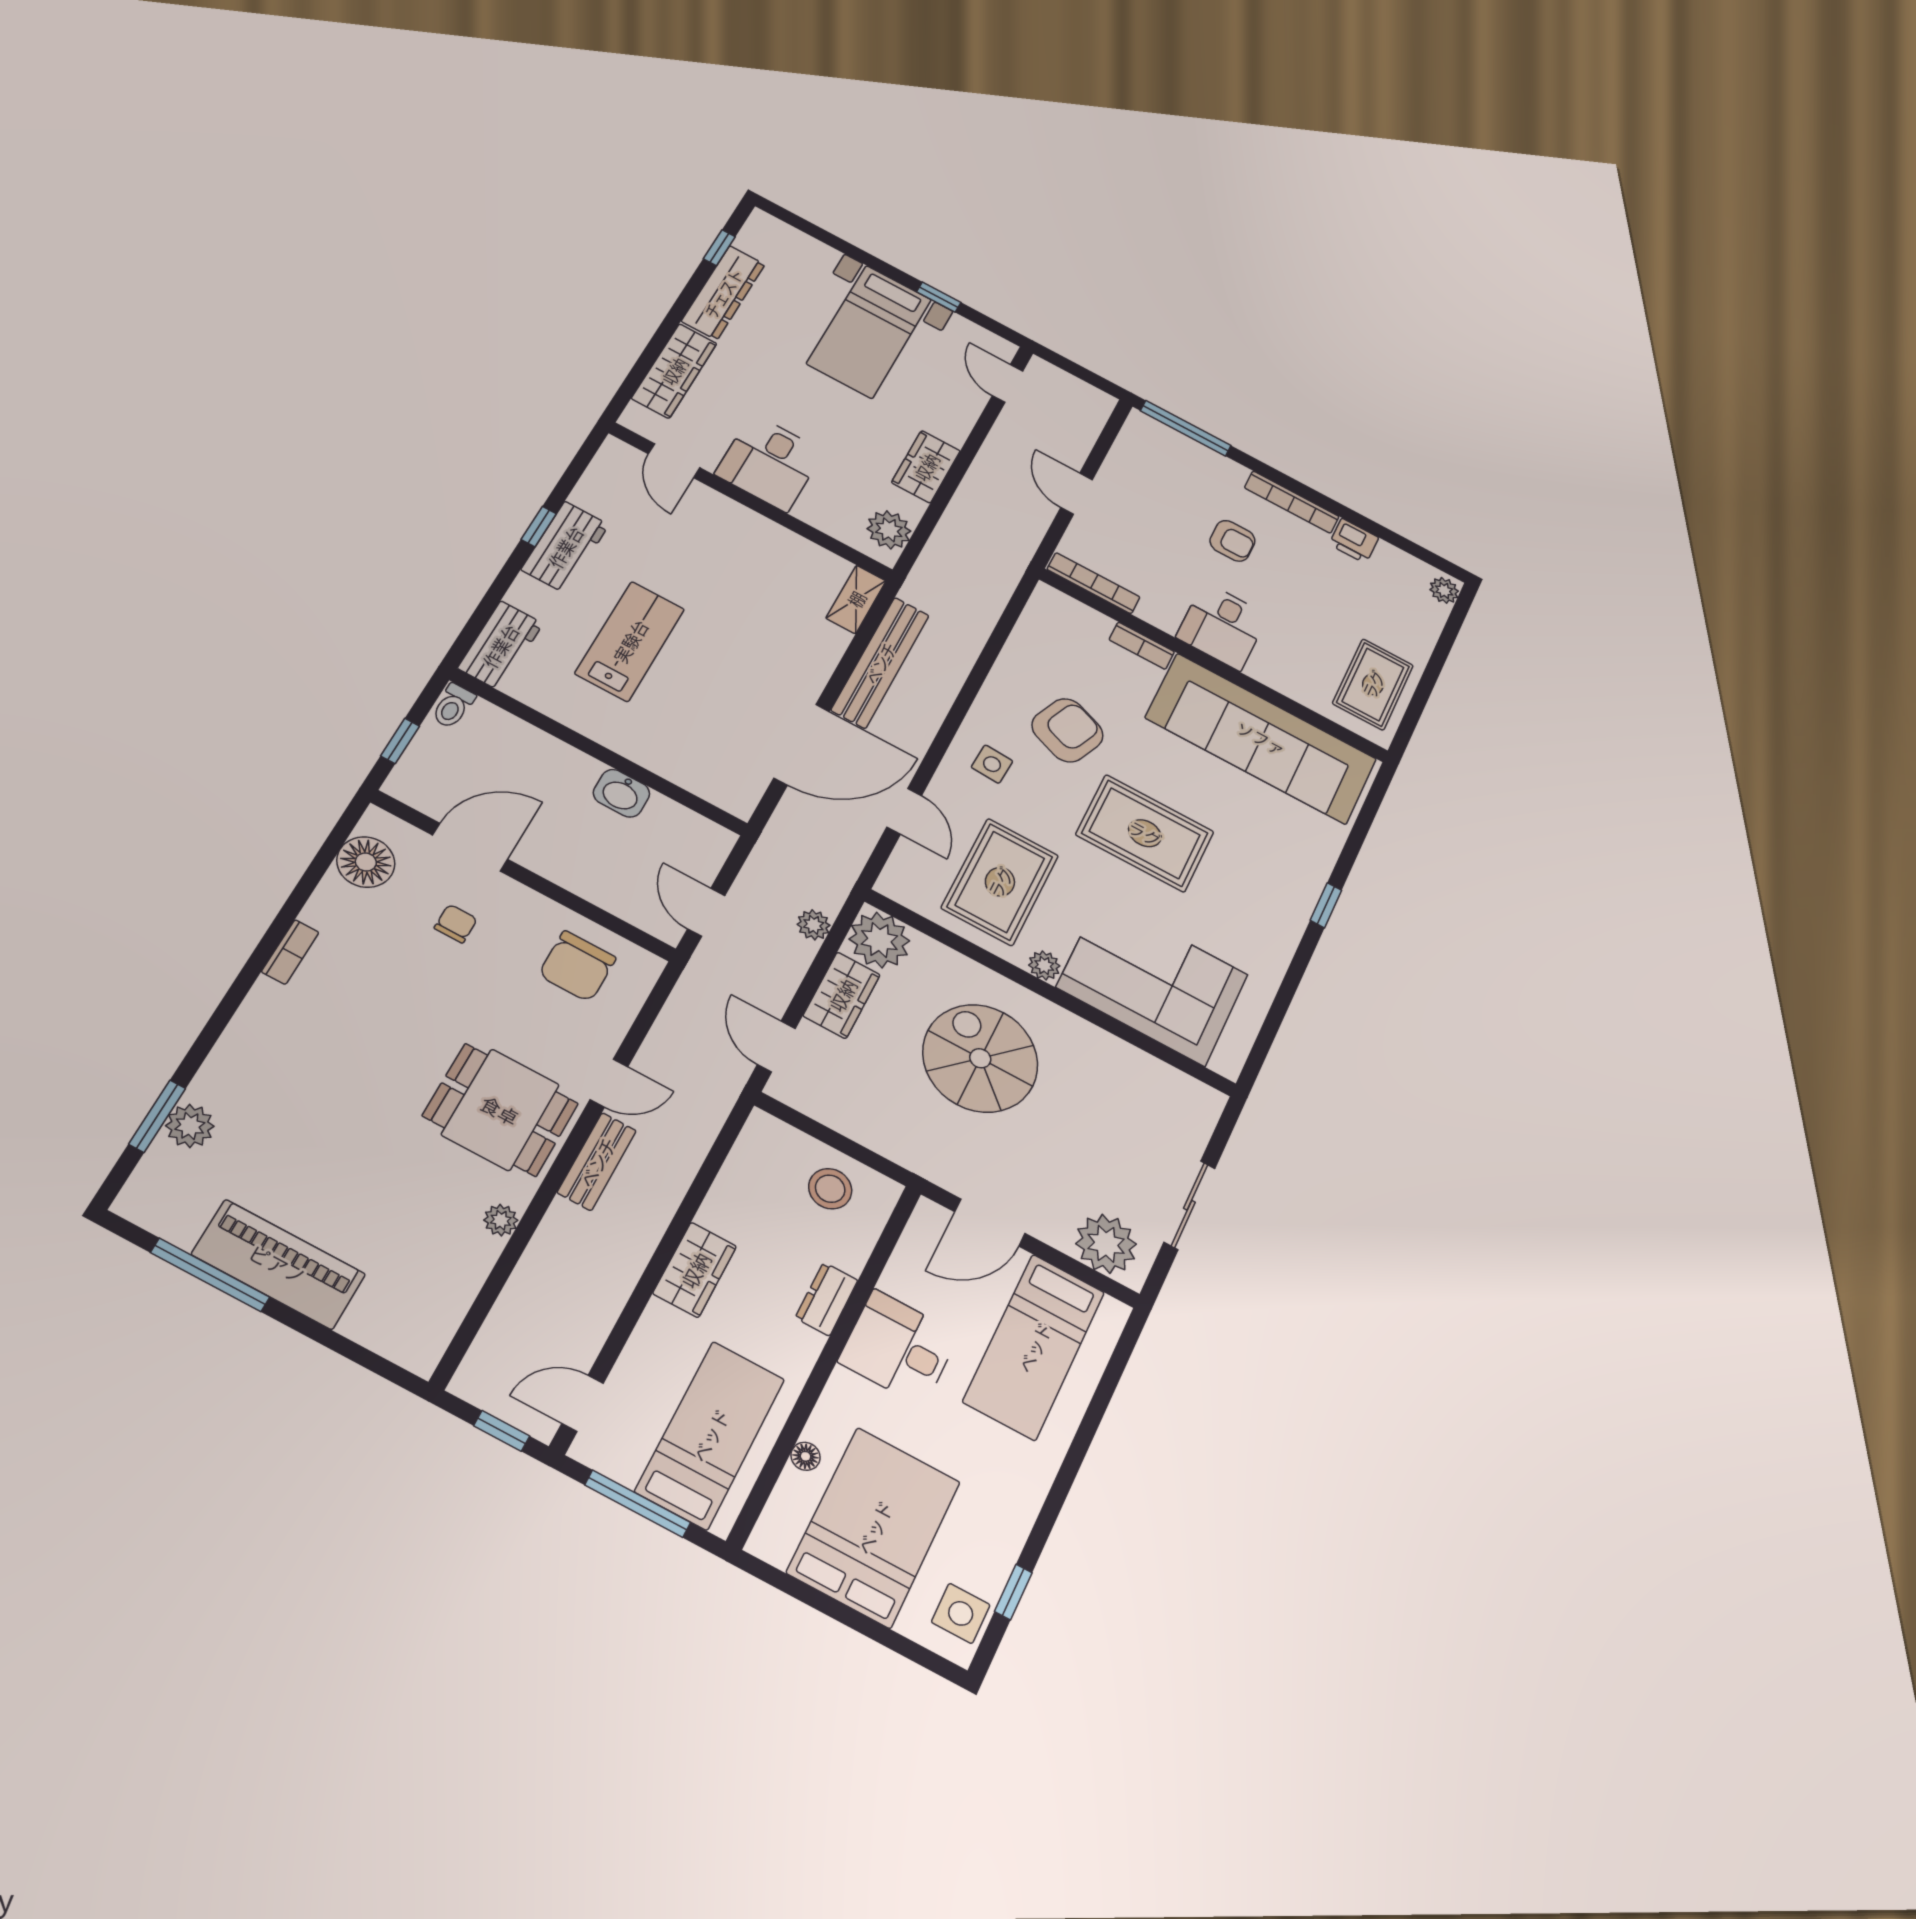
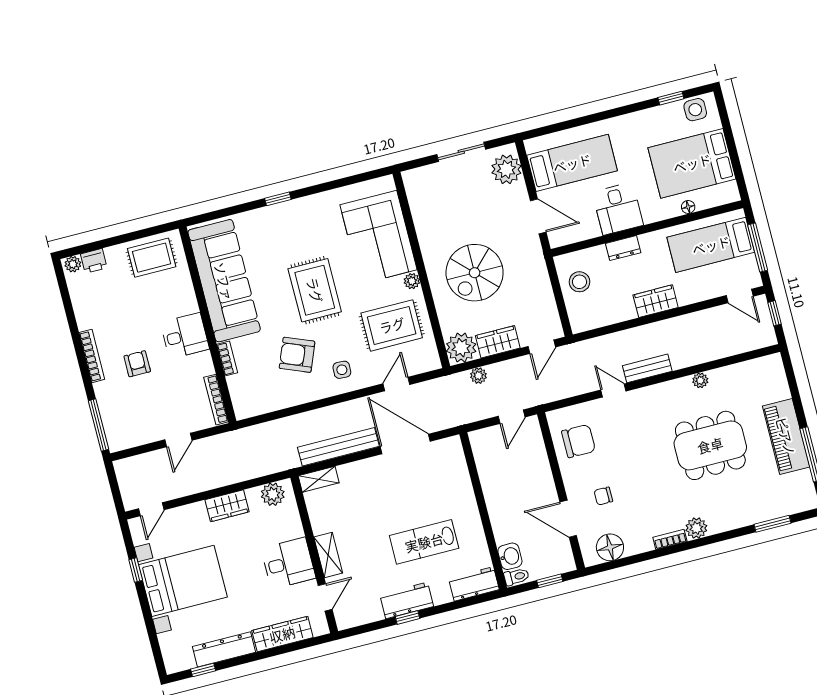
bed with nightstands: (869, 332) -> (183, 581), width x1.36
shelving: (732, 516) -> (328, 555), added
printer: (1354, 541) -> (94, 261), moved, turned 90
washbasin: (621, 793) -> (510, 556), moved
dining table: (500, 1110) -> (710, 445), moved, width x1.38
plant: (190, 1126) -> (696, 528), moved

